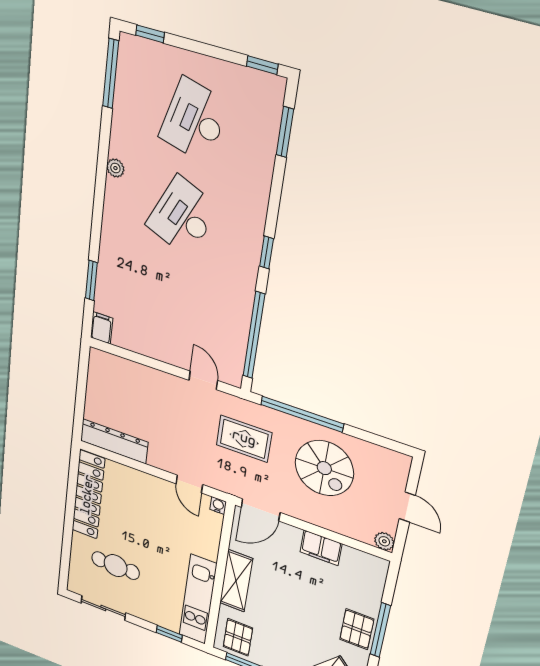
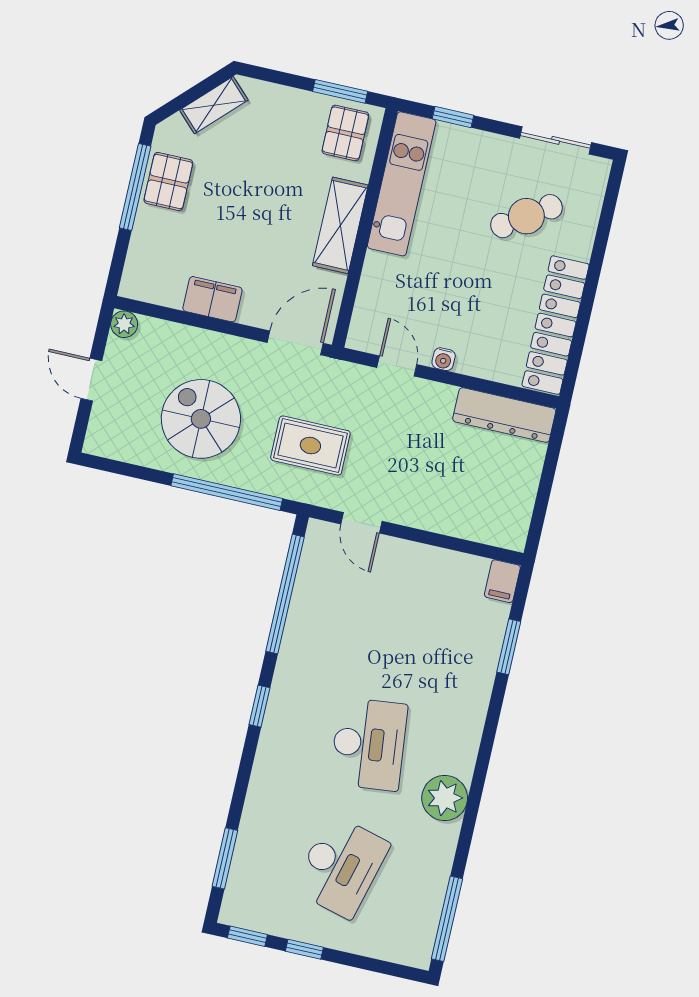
window: (150, 34) -> (304, 949), moved
plant: (115, 168) -> (445, 798), width x1.87, depth x1.87
desk: (183, 216) -> (369, 744), turned -30
water cooler: (218, 506) -> (444, 359), moved
cafe table: (116, 566) -> (526, 216), turned -34

